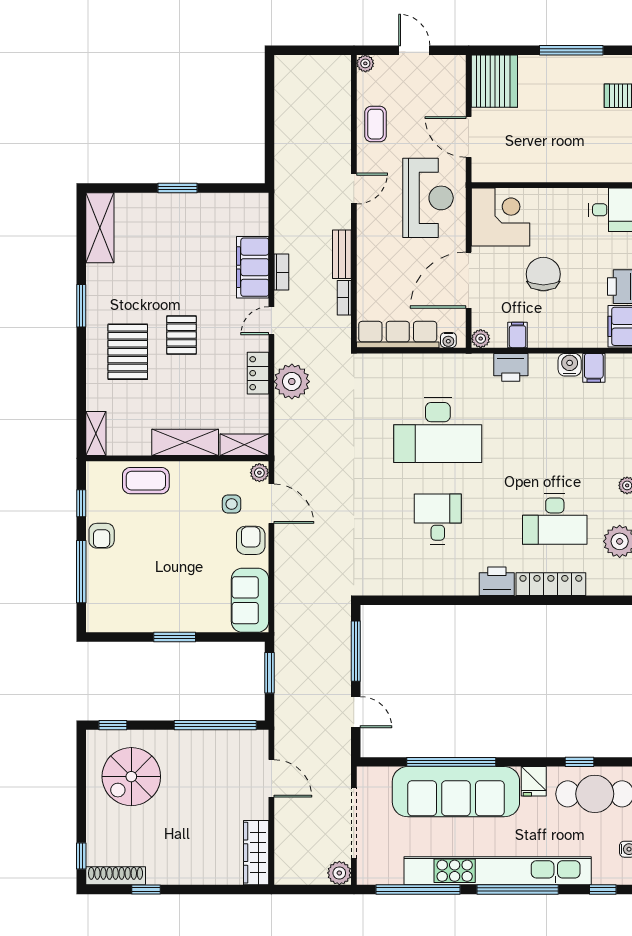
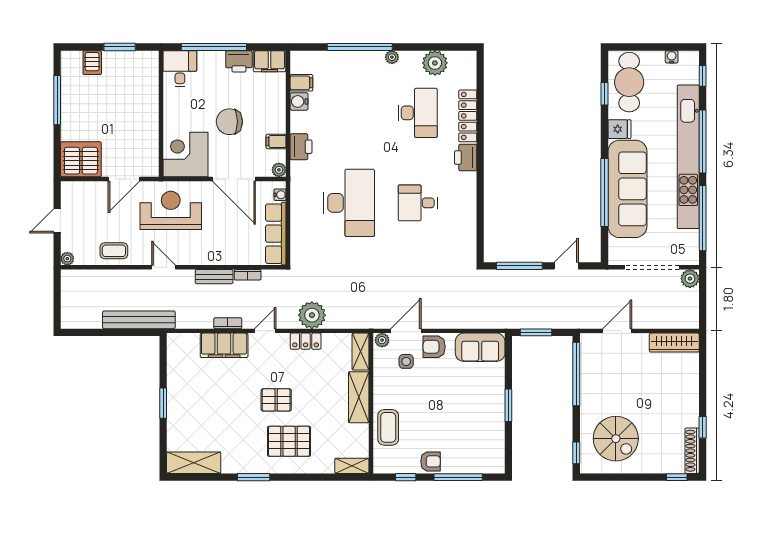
bench: (286, 156) -> (139, 320), added
door: (271, 321) -> (265, 331), swing flipped

